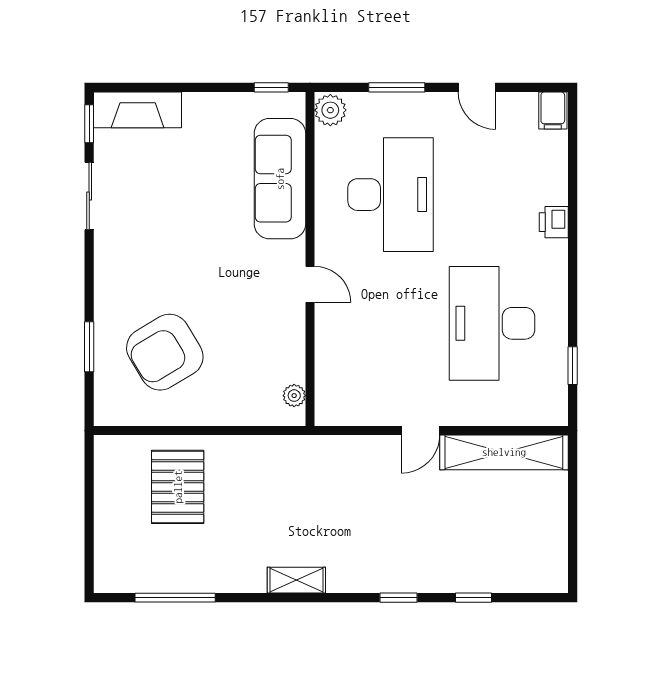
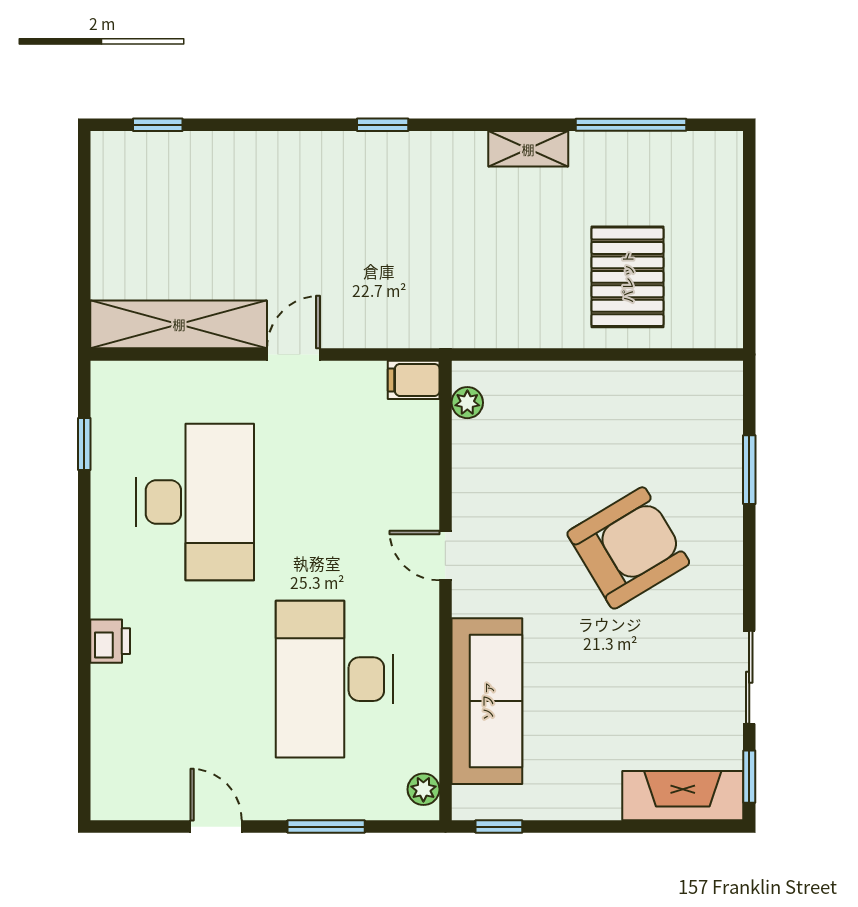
plant: (330, 110) -> (423, 789), width x0.73, depth x0.73
filing cabinet: (553, 110) -> (414, 380), moved, turned -90
armchair: (165, 352) -> (628, 548), moved
shelving: (296, 580) -> (528, 149), moved
window: (399, 598) -> (383, 125), moved
window: (474, 598) -> (158, 125), moved

